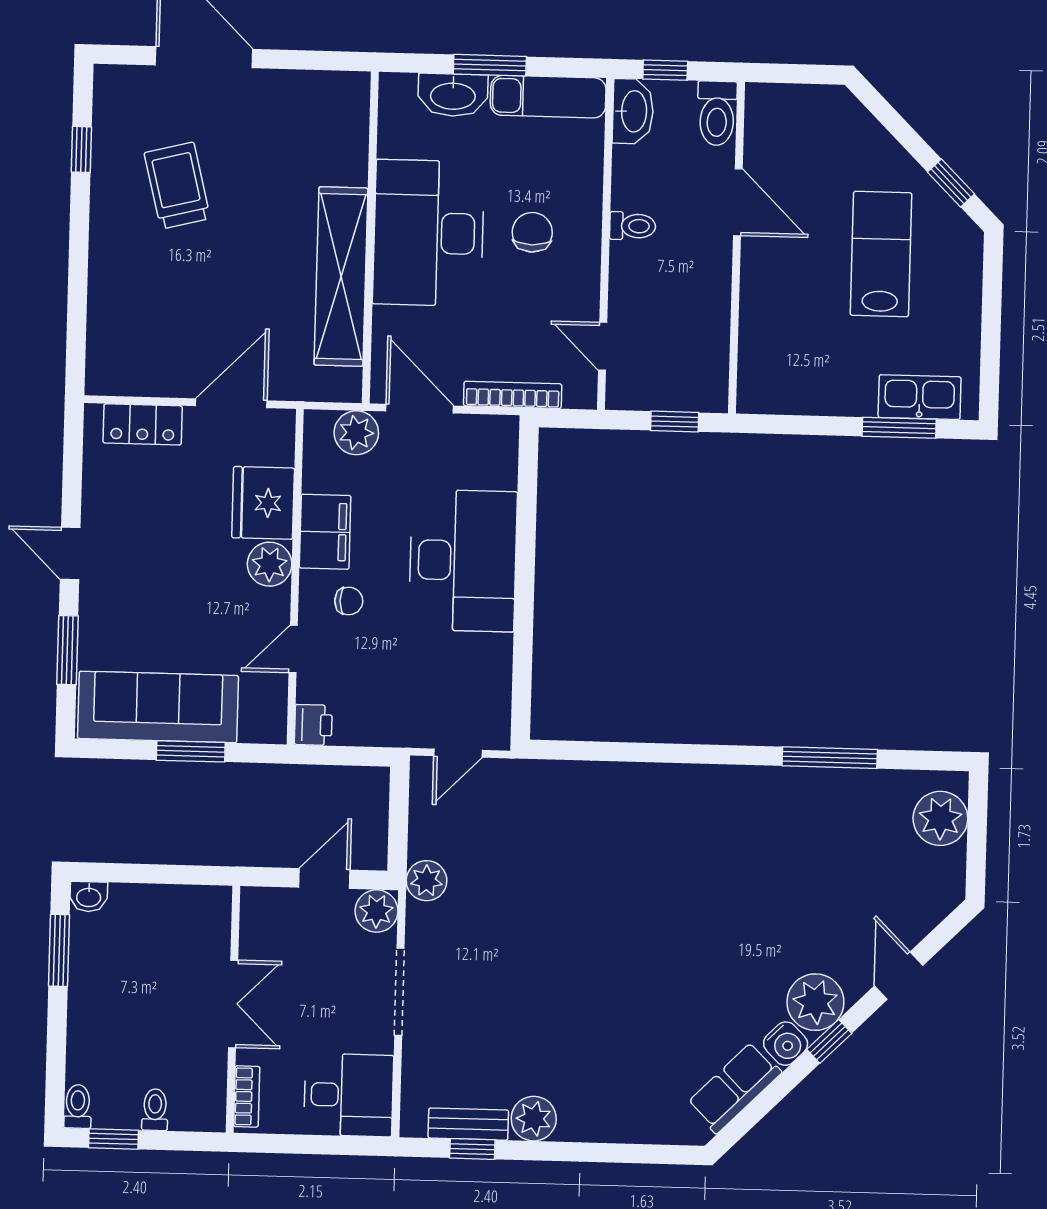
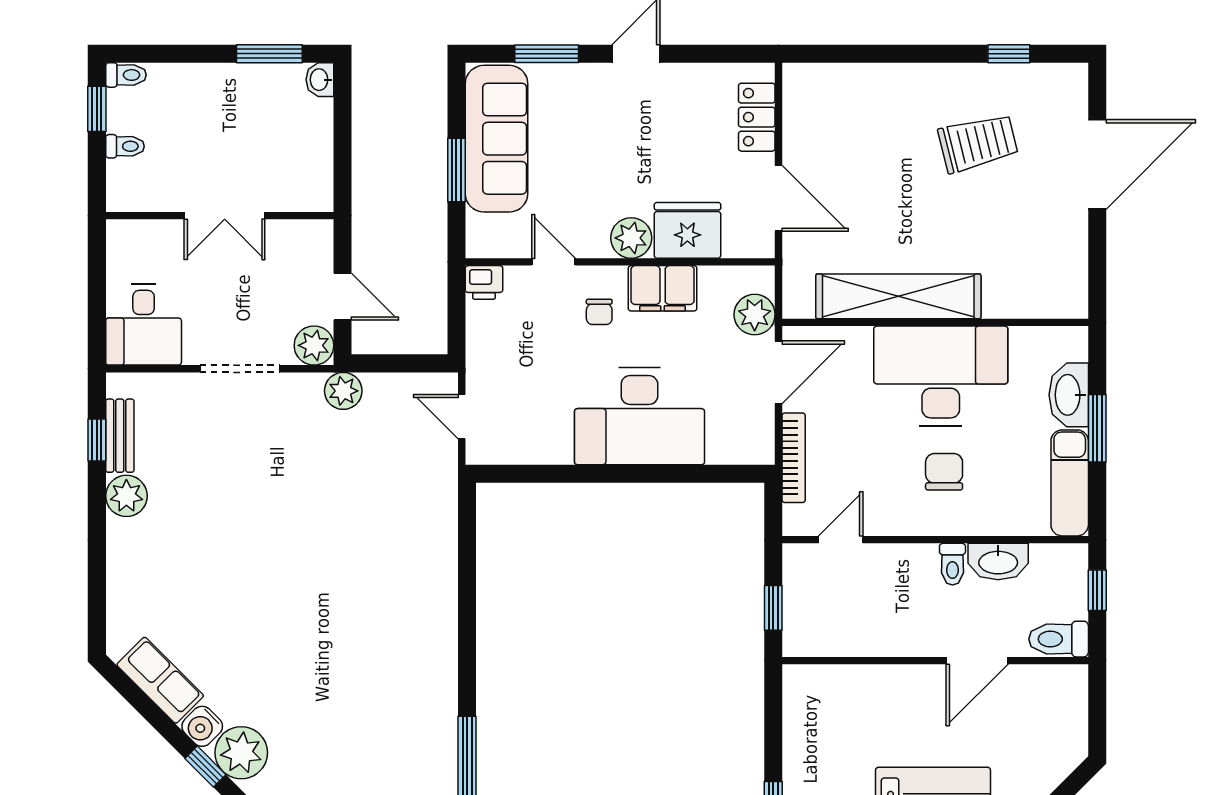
washbasin: (633, 111) -> (998, 561), moved
chair: (532, 232) -> (944, 472), turned -90
bookcase: (247, 1096) -> (139, 230), removed

